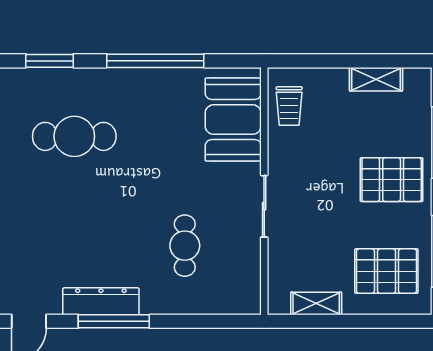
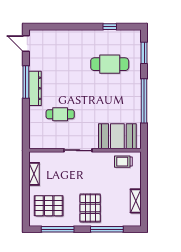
cafe table: (74, 136) -> (110, 64), turned 90
pallet: (386, 271) -> (49, 206), turned 90
dresser: (101, 301) -> (35, 88), moved

